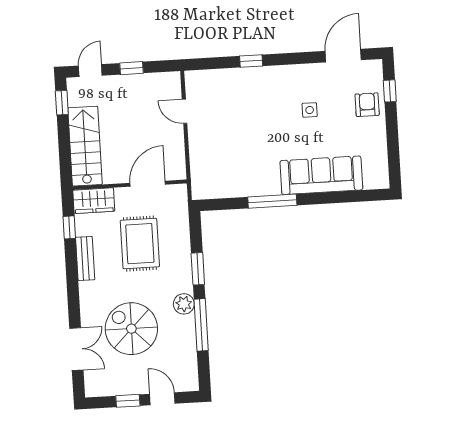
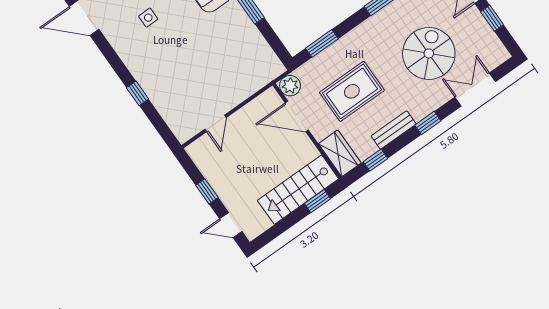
window: (62, 103) -> (318, 201), moved
window: (198, 269) -> (322, 43), moved
window: (73, 291) -> (428, 123), added
plant: (184, 304) -> (290, 86), moved
spiral stairs: (131, 329) -> (429, 53), turned 180

